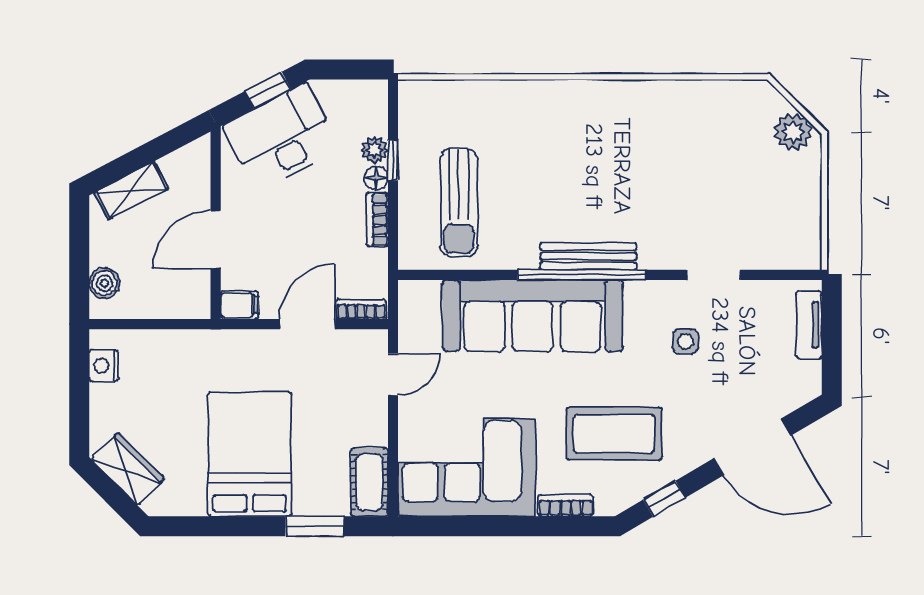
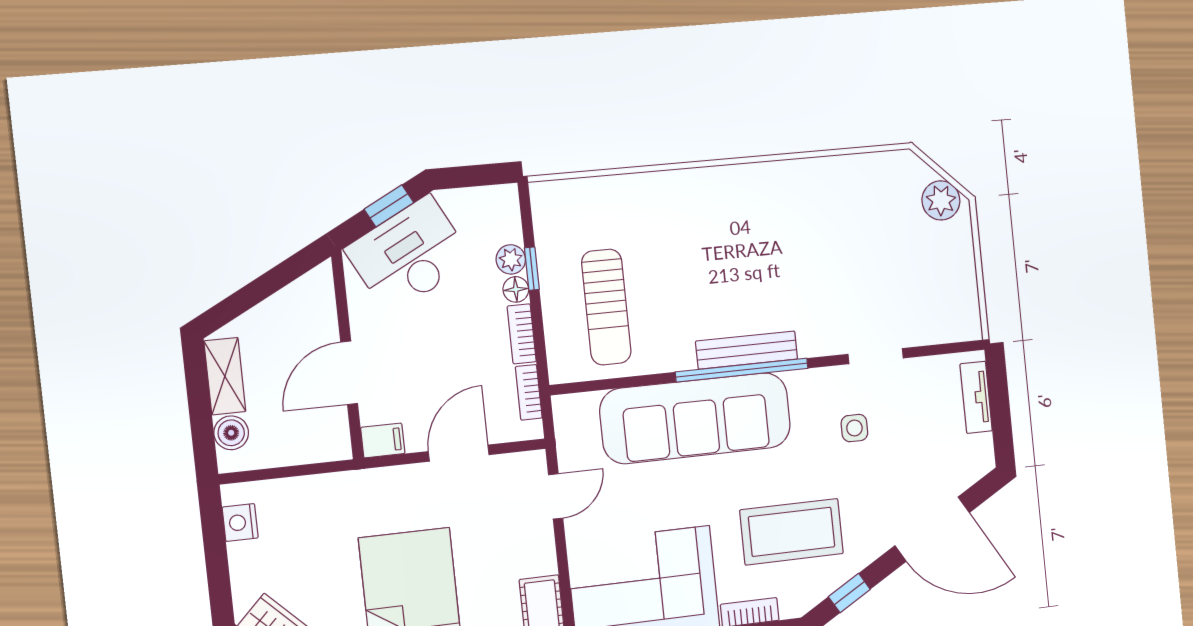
shelving: (131, 190) -> (225, 376), moved, turned -62
bookcase: (361, 309) -> (529, 392), moved, turned -90

